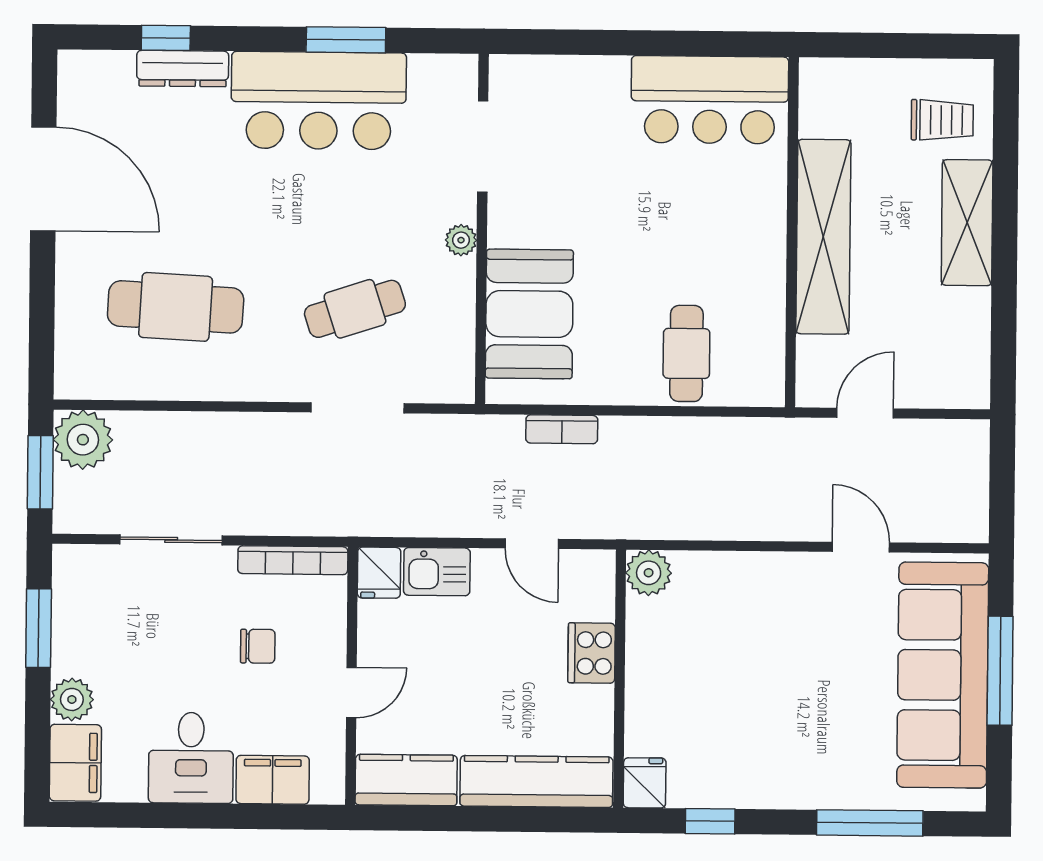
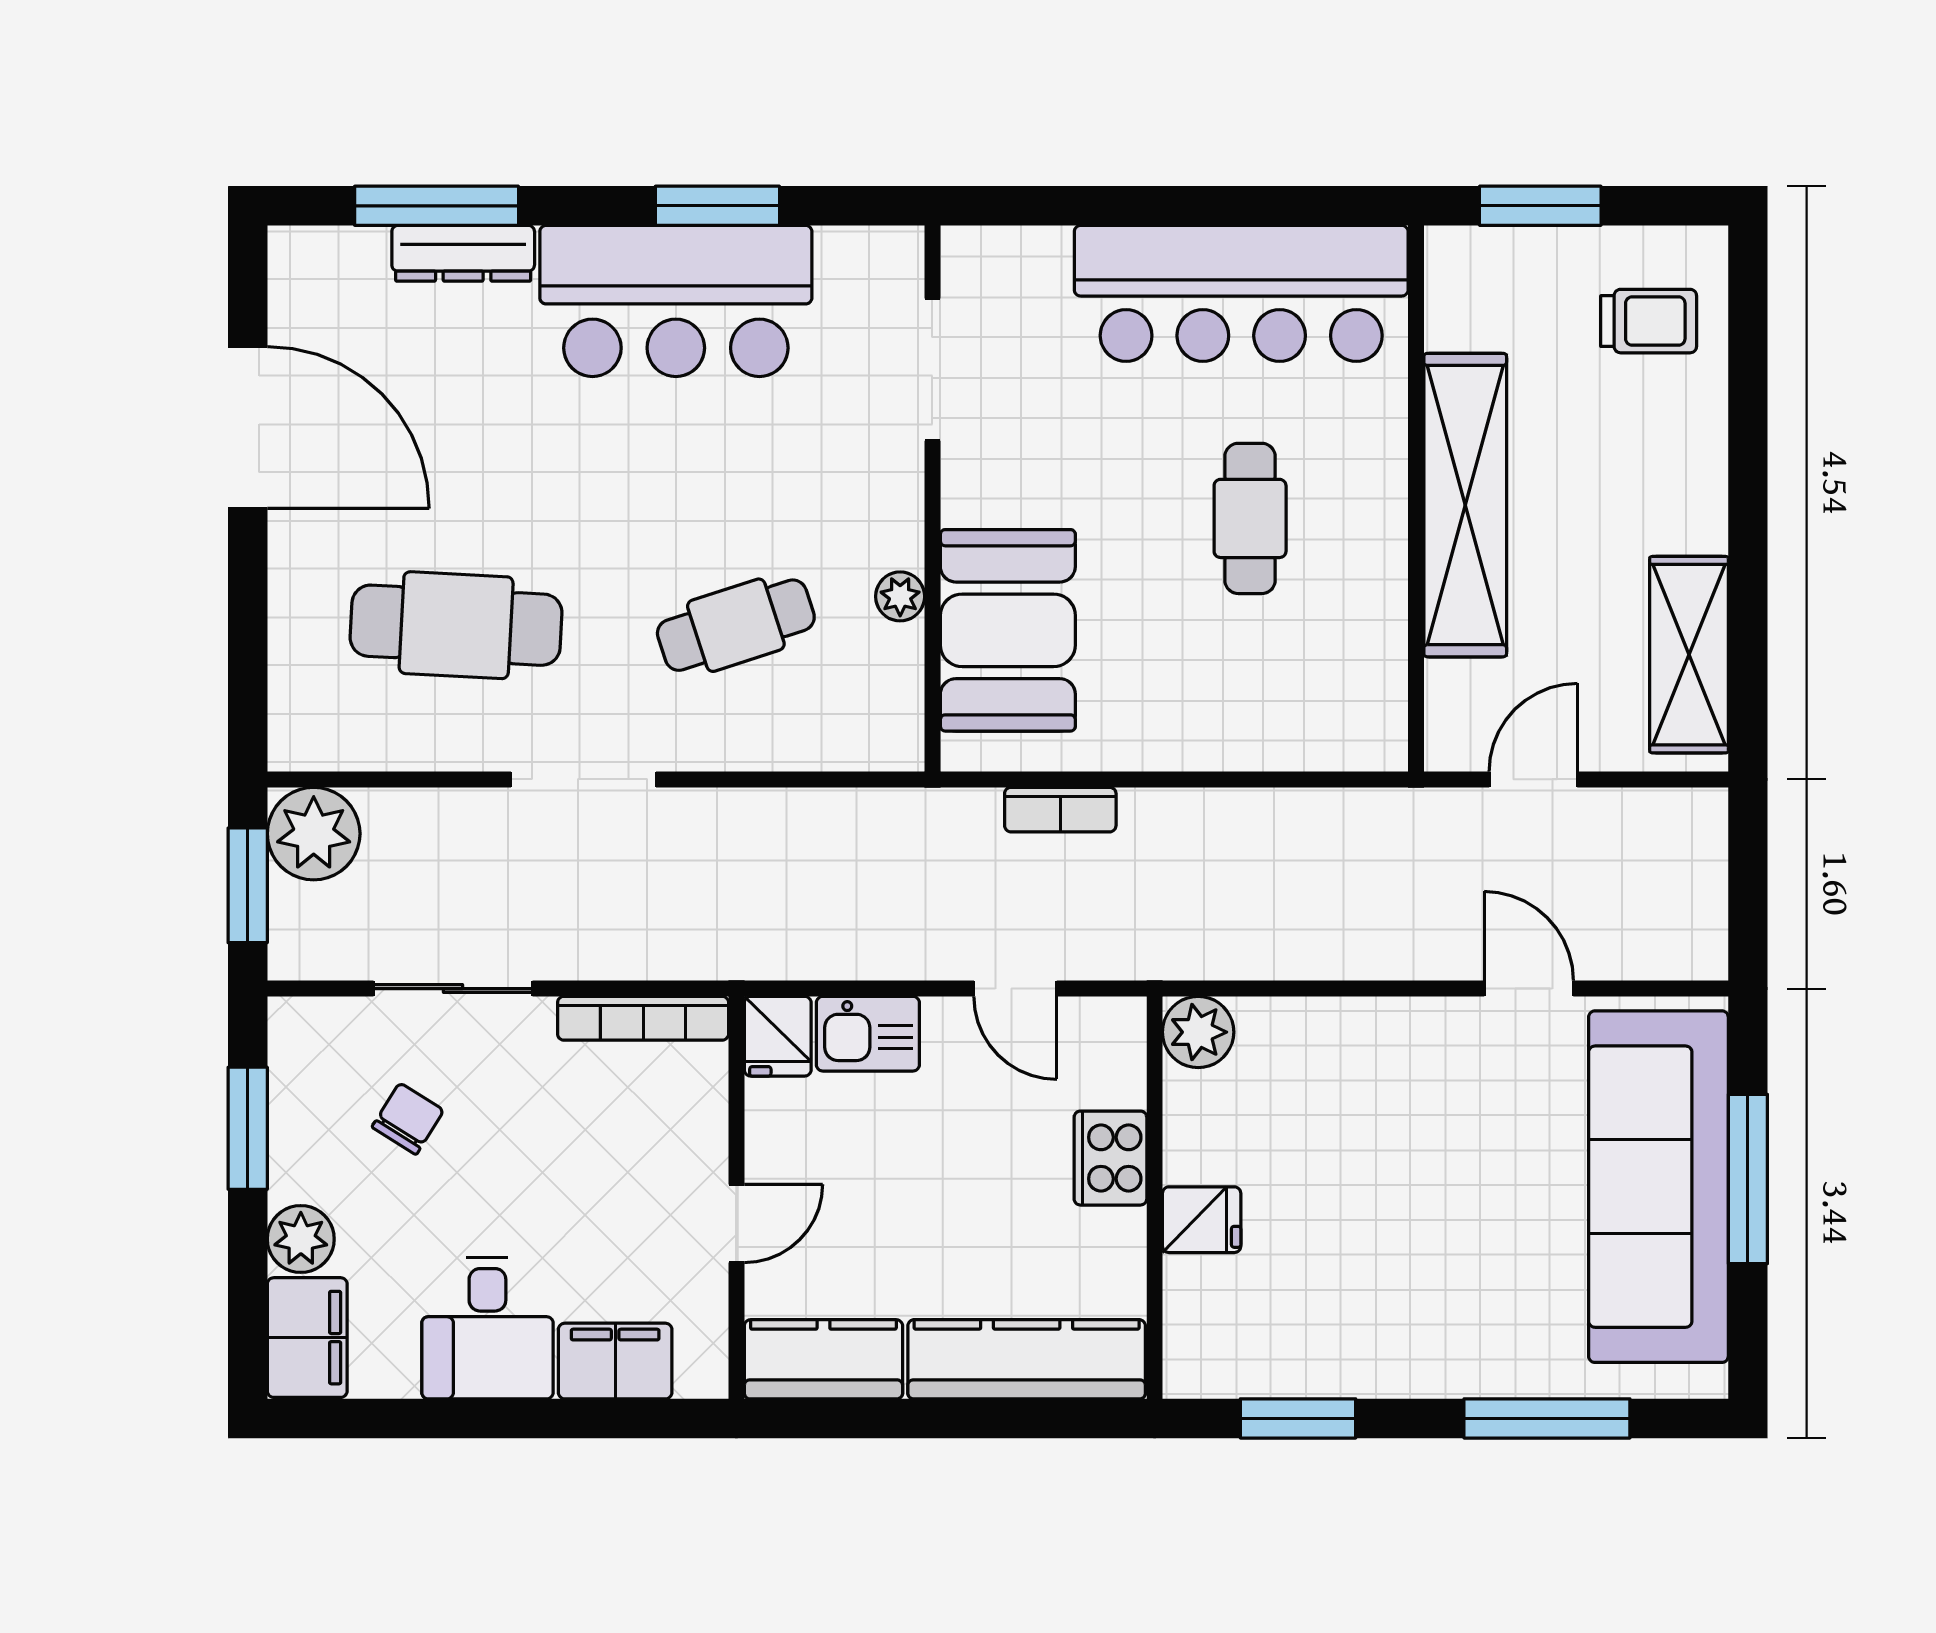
window: (166, 38) -> (437, 206), width x2.17
window: (874, 45) -> (1540, 206), added
bar counter: (710, 100) -> (1241, 293), width x1.36
shelving: (967, 223) -> (1689, 655), moved
plant: (461, 240) -> (900, 596), moved
cafe table: (686, 353) -> (1250, 518), moved
doorway: (357, 408) -> (583, 779), moved
chair: (258, 646) -> (408, 1119), moved, turned -58
fridge: (645, 783) -> (1202, 1220), moved, turned 90
window: (710, 821) -> (1298, 1418), width x1.50

